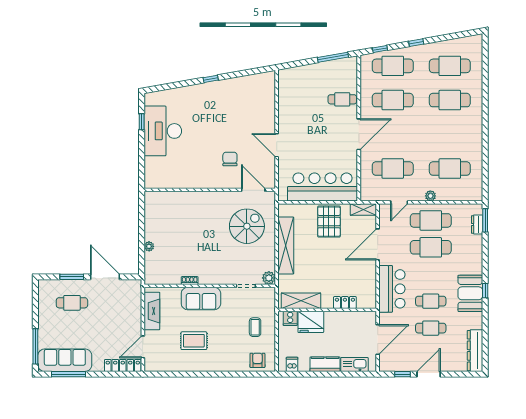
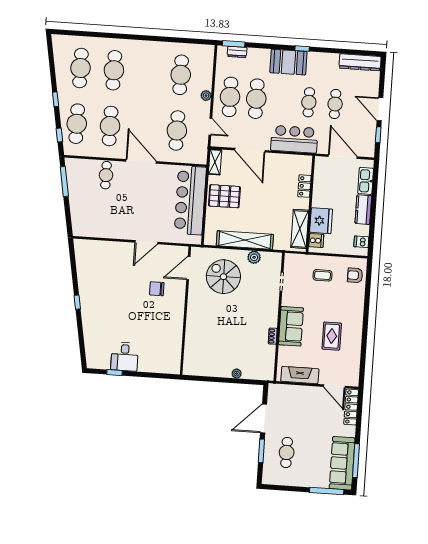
desk: (163, 131) -> (125, 357), width x0.53, depth x0.77
plant: (269, 278) -> (254, 257), moved
booth: (470, 293) -> (288, 62), moved

